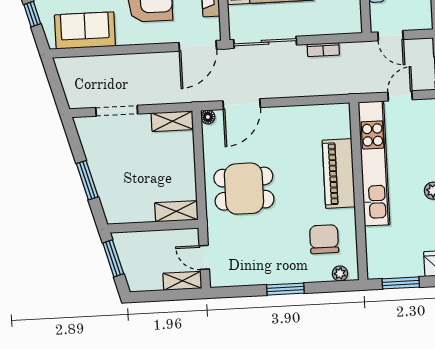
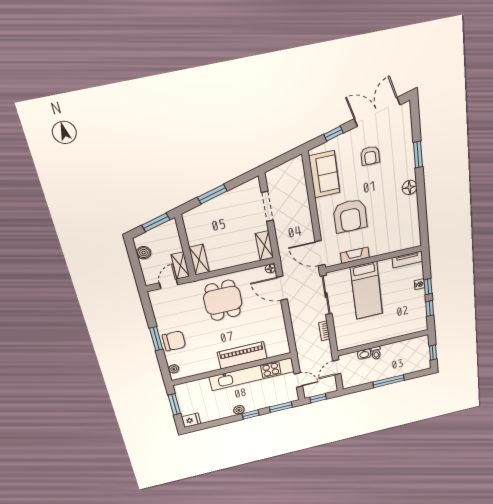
chair: (324, 239) -> (174, 341), moved
shelving: (182, 281) -> (180, 265), moved
boiler: (153, 282) -> (144, 253), added

